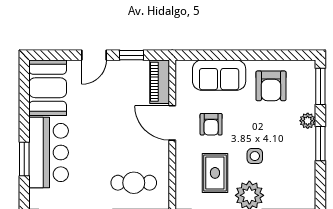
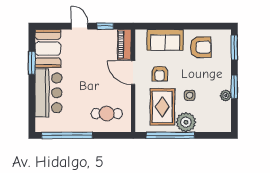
door: (94, 55) -> (80, 26), swing flipped
armchair: (271, 86) -> (201, 47), turned -90
plant: (308, 121) -> (226, 96), moved
window: (24, 159) -> (32, 63), moved
rug: (215, 173) -> (162, 107), width x1.36, depth x1.43

